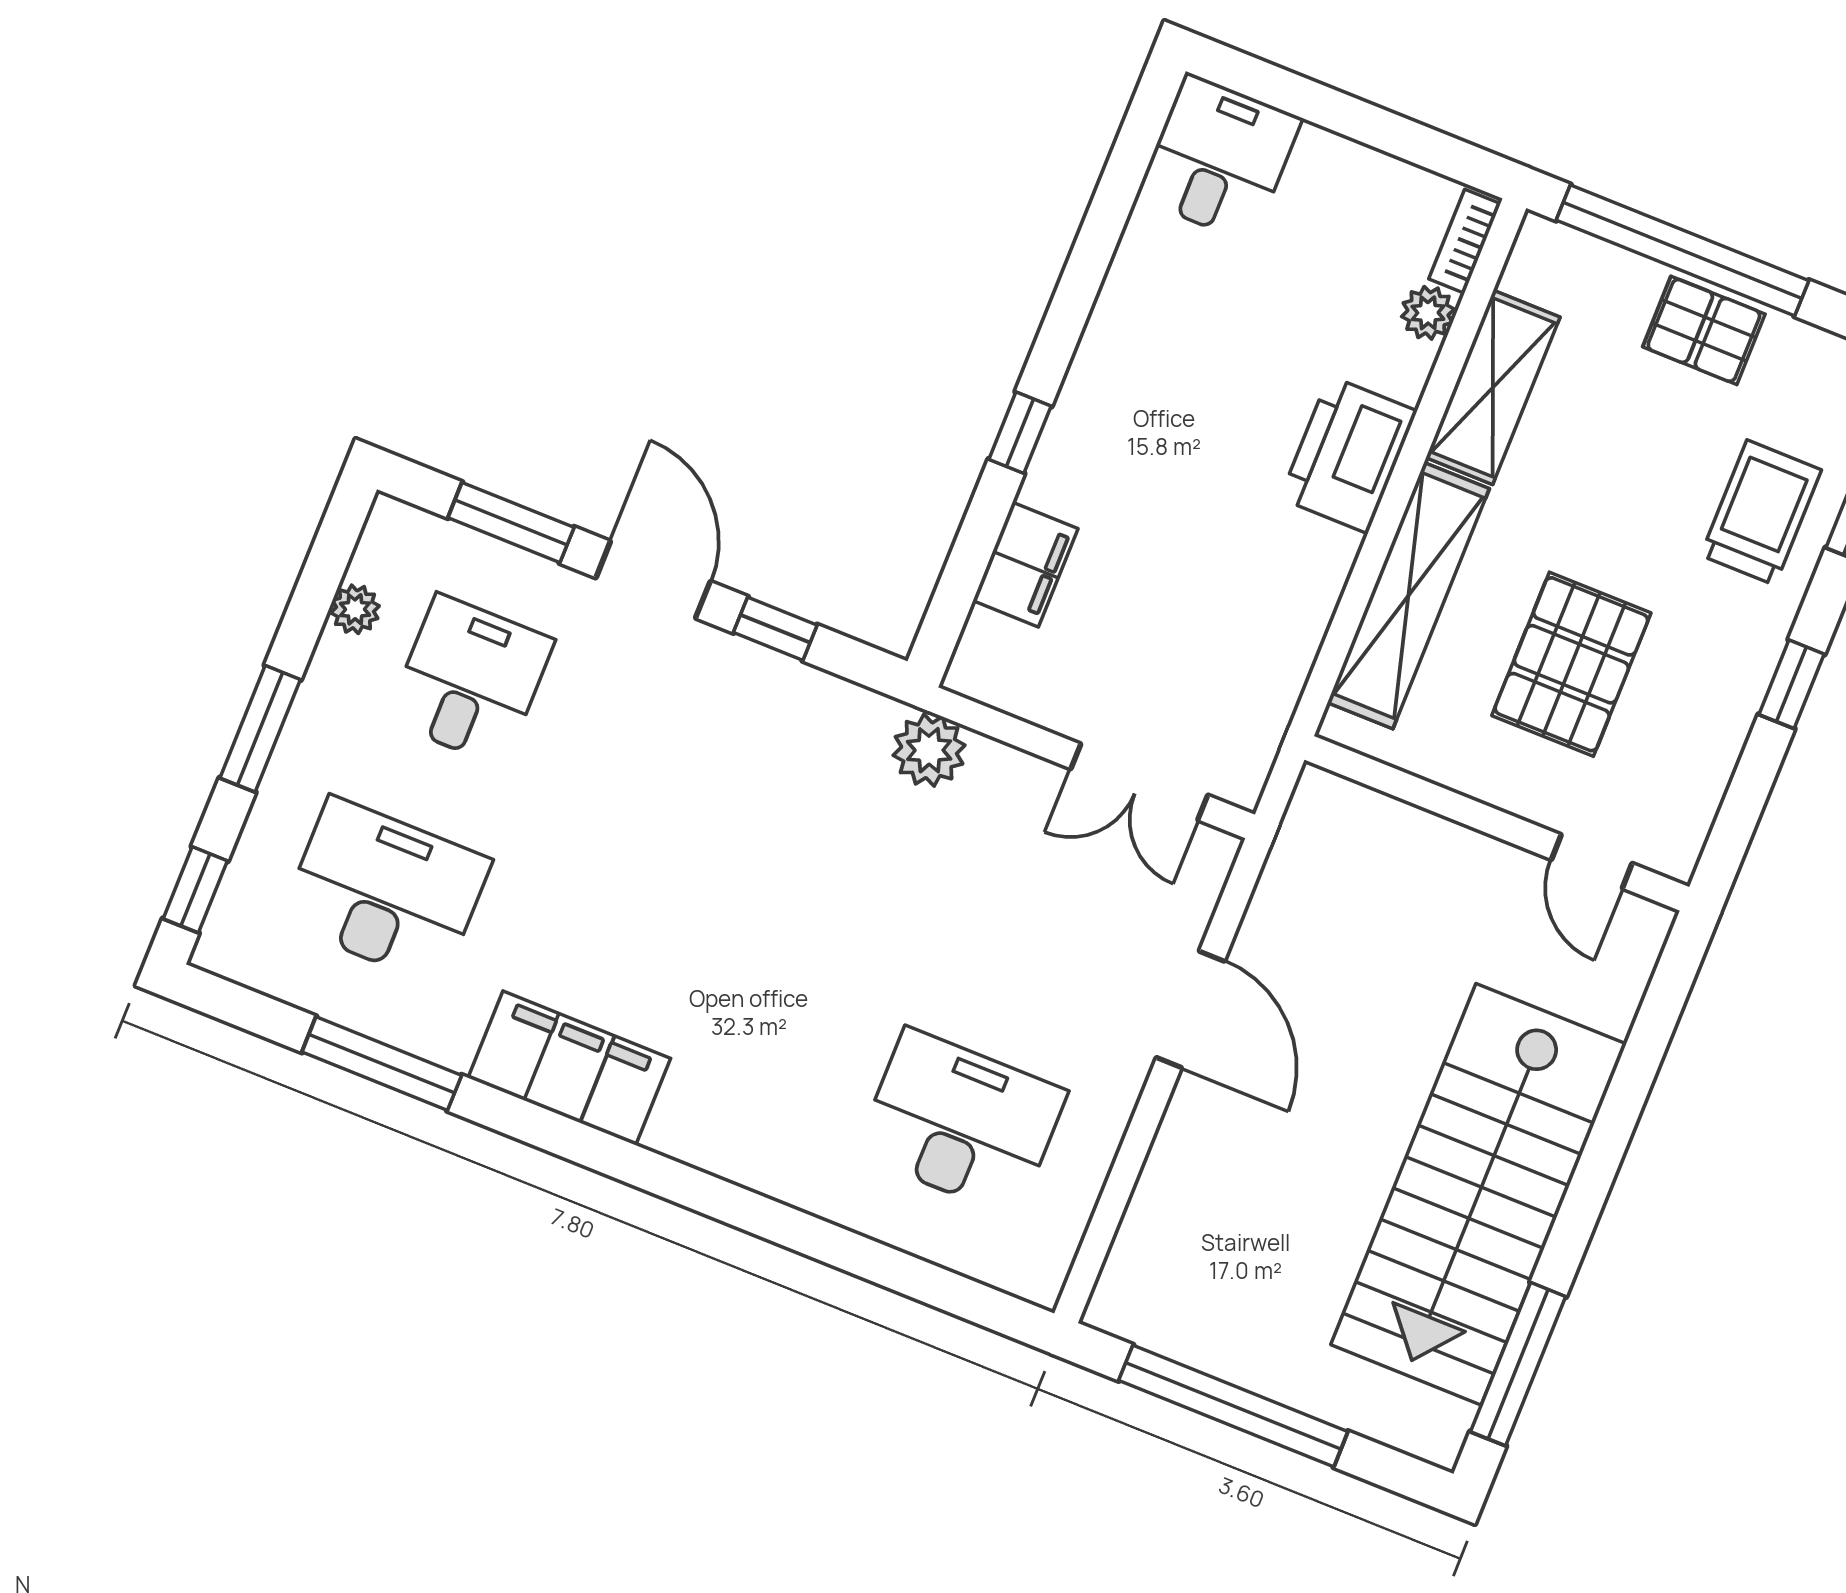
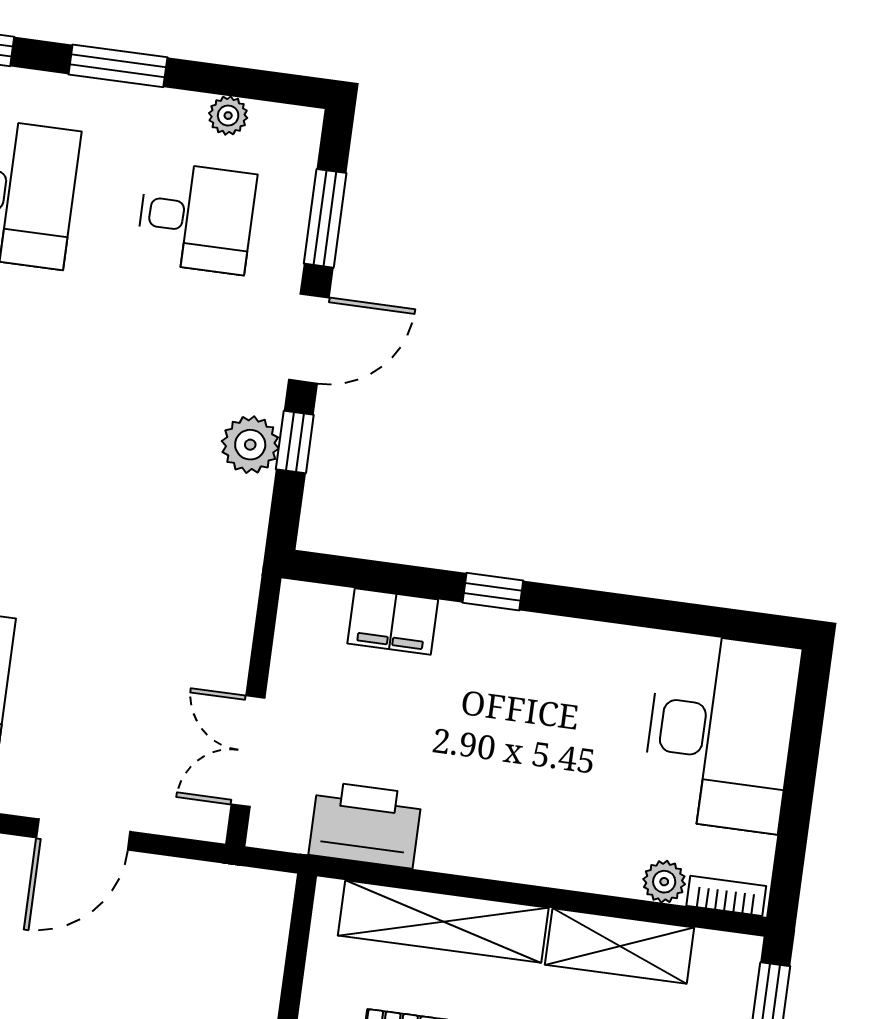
desk: (1219, 158) -> (720, 732), width x1.87, depth x1.30
printer: (1348, 455) -> (365, 825), moved
plant: (929, 750) -> (250, 445), moved

